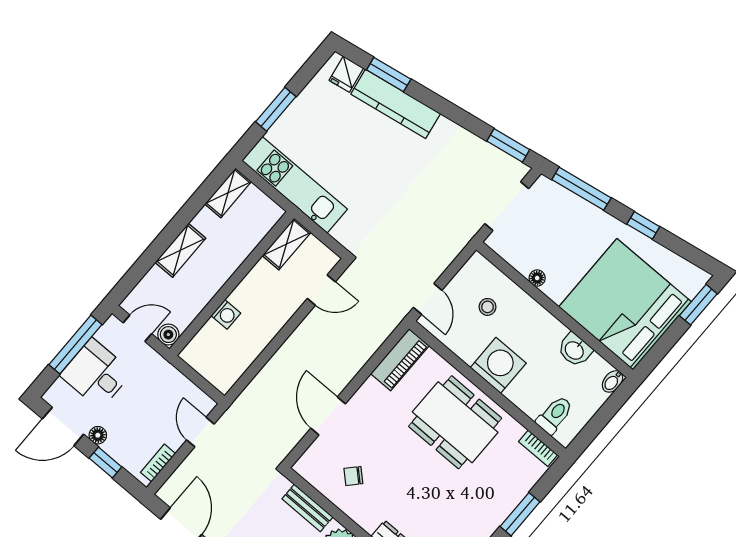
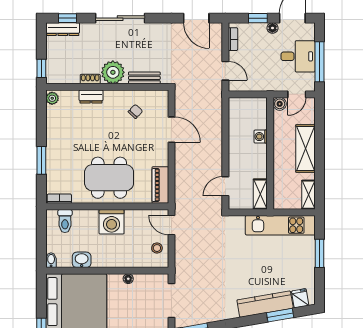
shelving: (180, 250) -> (305, 148), width x1.50, depth x1.33
stool: (488, 307) -> (157, 248), moved

